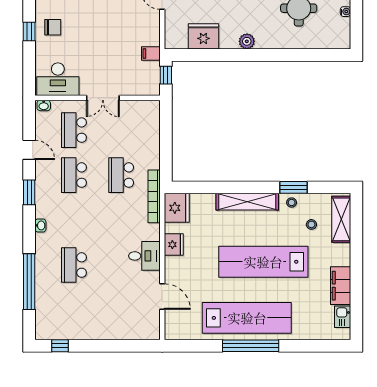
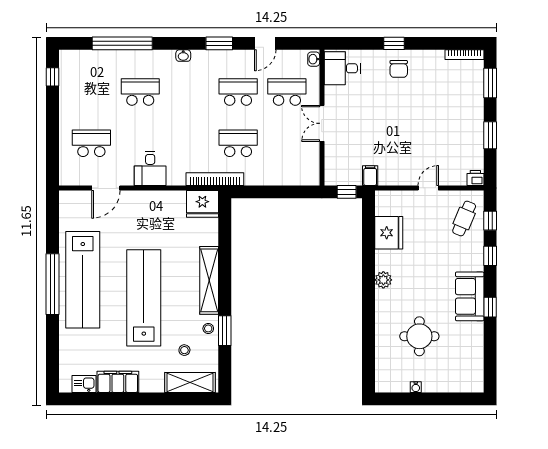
desk: (58, 79) -> (342, 68), width x0.73
fridge: (174, 245) -> (163, 201), removed
school desk: (121, 310) -> (91, 143), added

